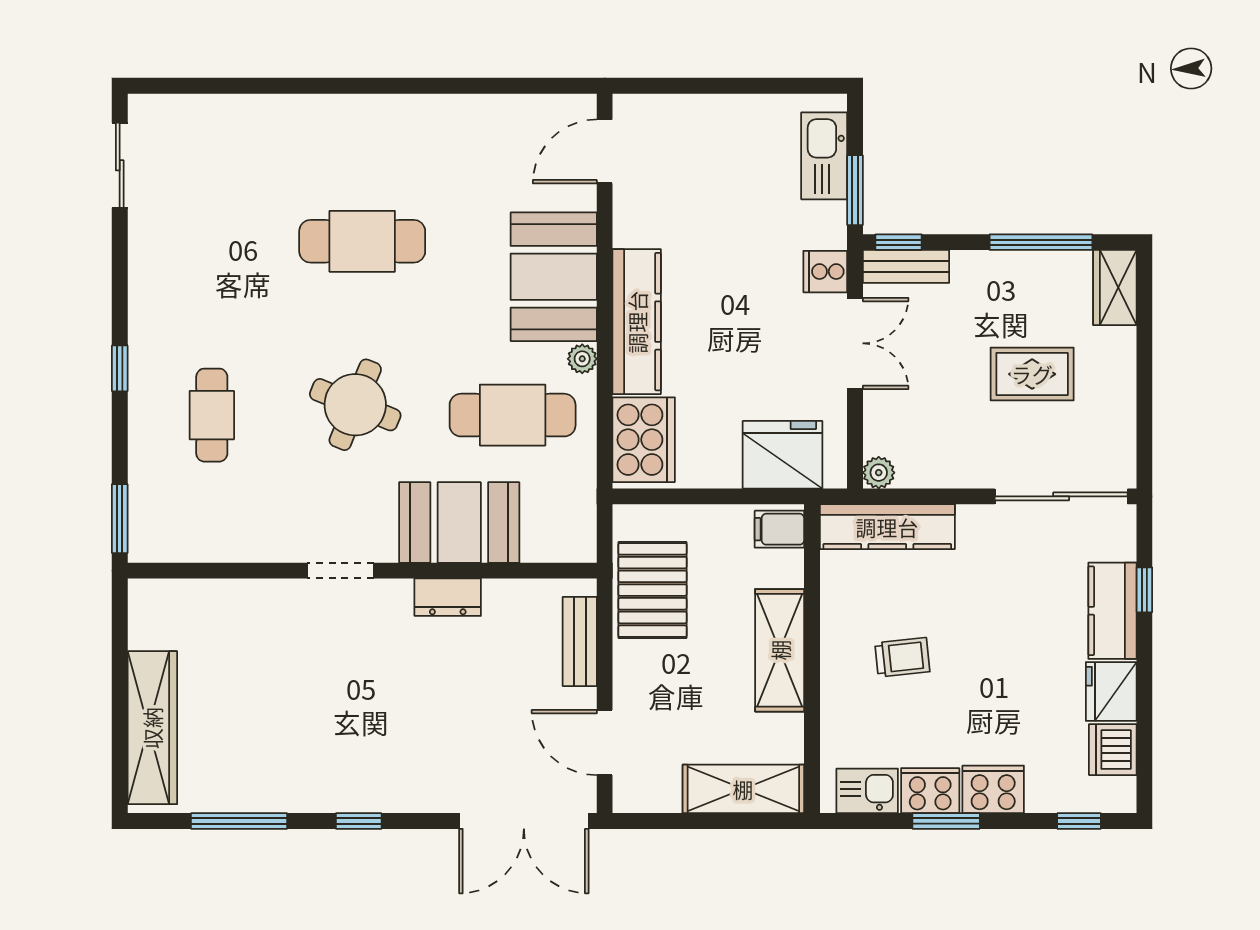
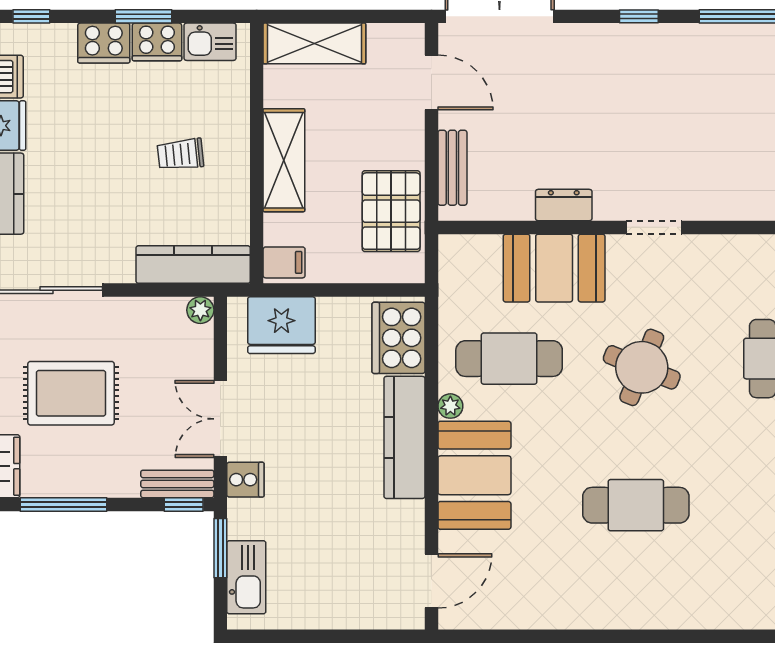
rug: (1032, 374) -> (71, 393), width x1.36, depth x1.43

